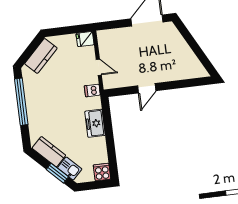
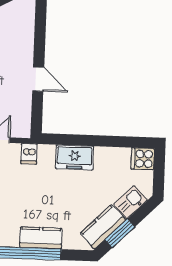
kitchen counter: (34, 109) -> (41, 238), added
window: (57, 173) -> (120, 233), moved

